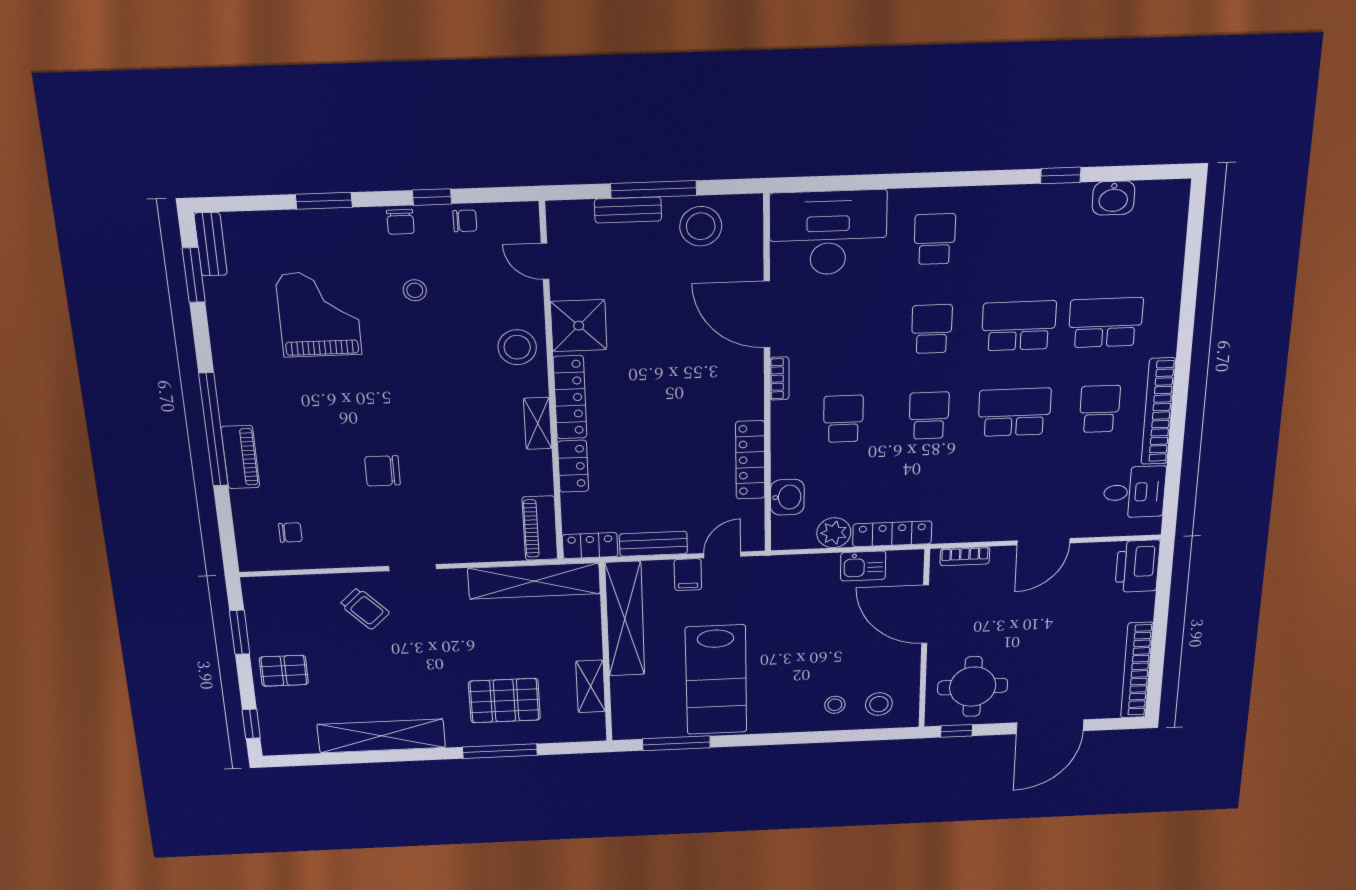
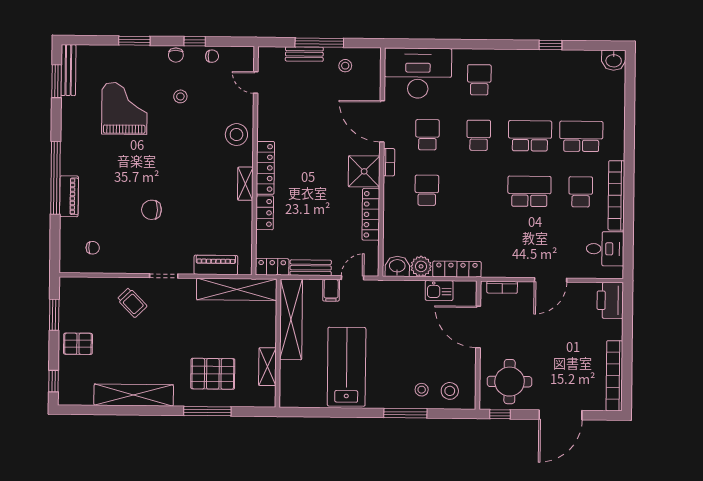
washbasin: (1113, 198) -> (614, 60), moved
stool: (701, 226) -> (345, 66), width x0.53, depth x0.53
bench: (211, 244) -> (68, 70), width x1.36
shower: (579, 326) -> (364, 171), moved
school desk: (929, 416) -> (427, 135), moved
washbasin: (787, 497) -> (397, 266), moved, turned -90
piano: (540, 528) -> (216, 265), moved, turned 90
lab bench: (716, 680) -> (347, 367), turned 180
window: (676, 743) -> (405, 413), moved

